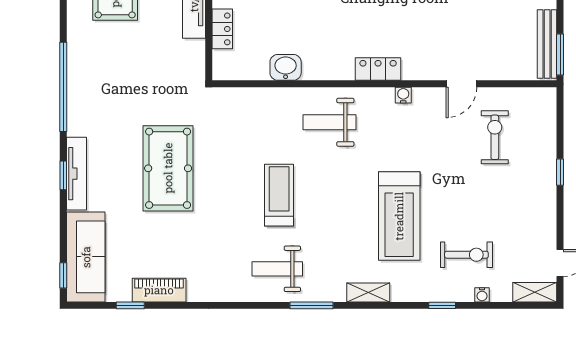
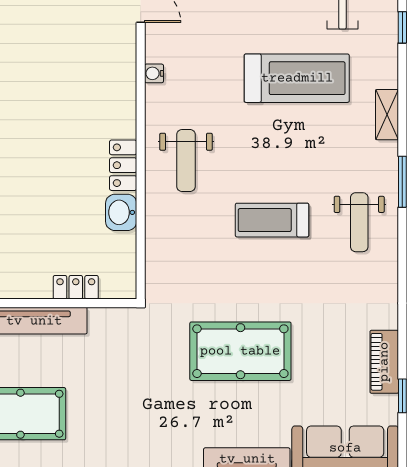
locker: (378, 69) -> (123, 165), moved

